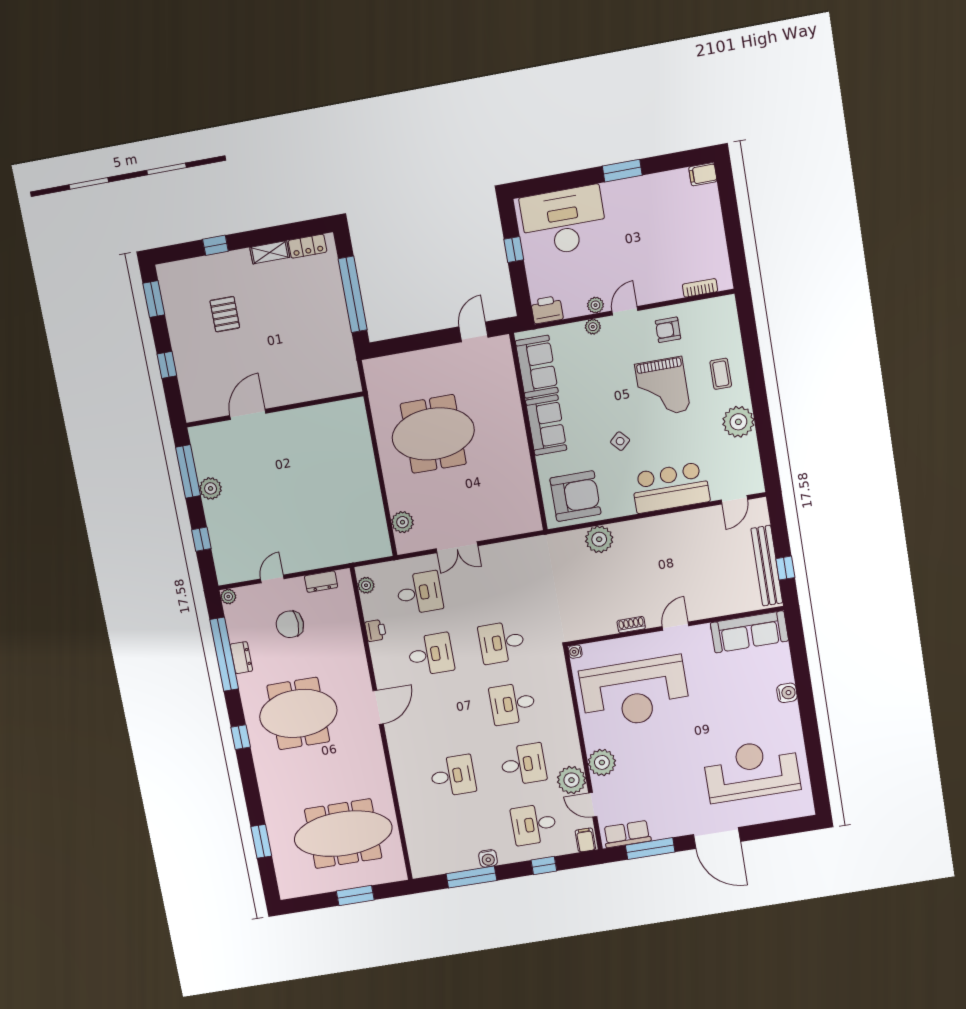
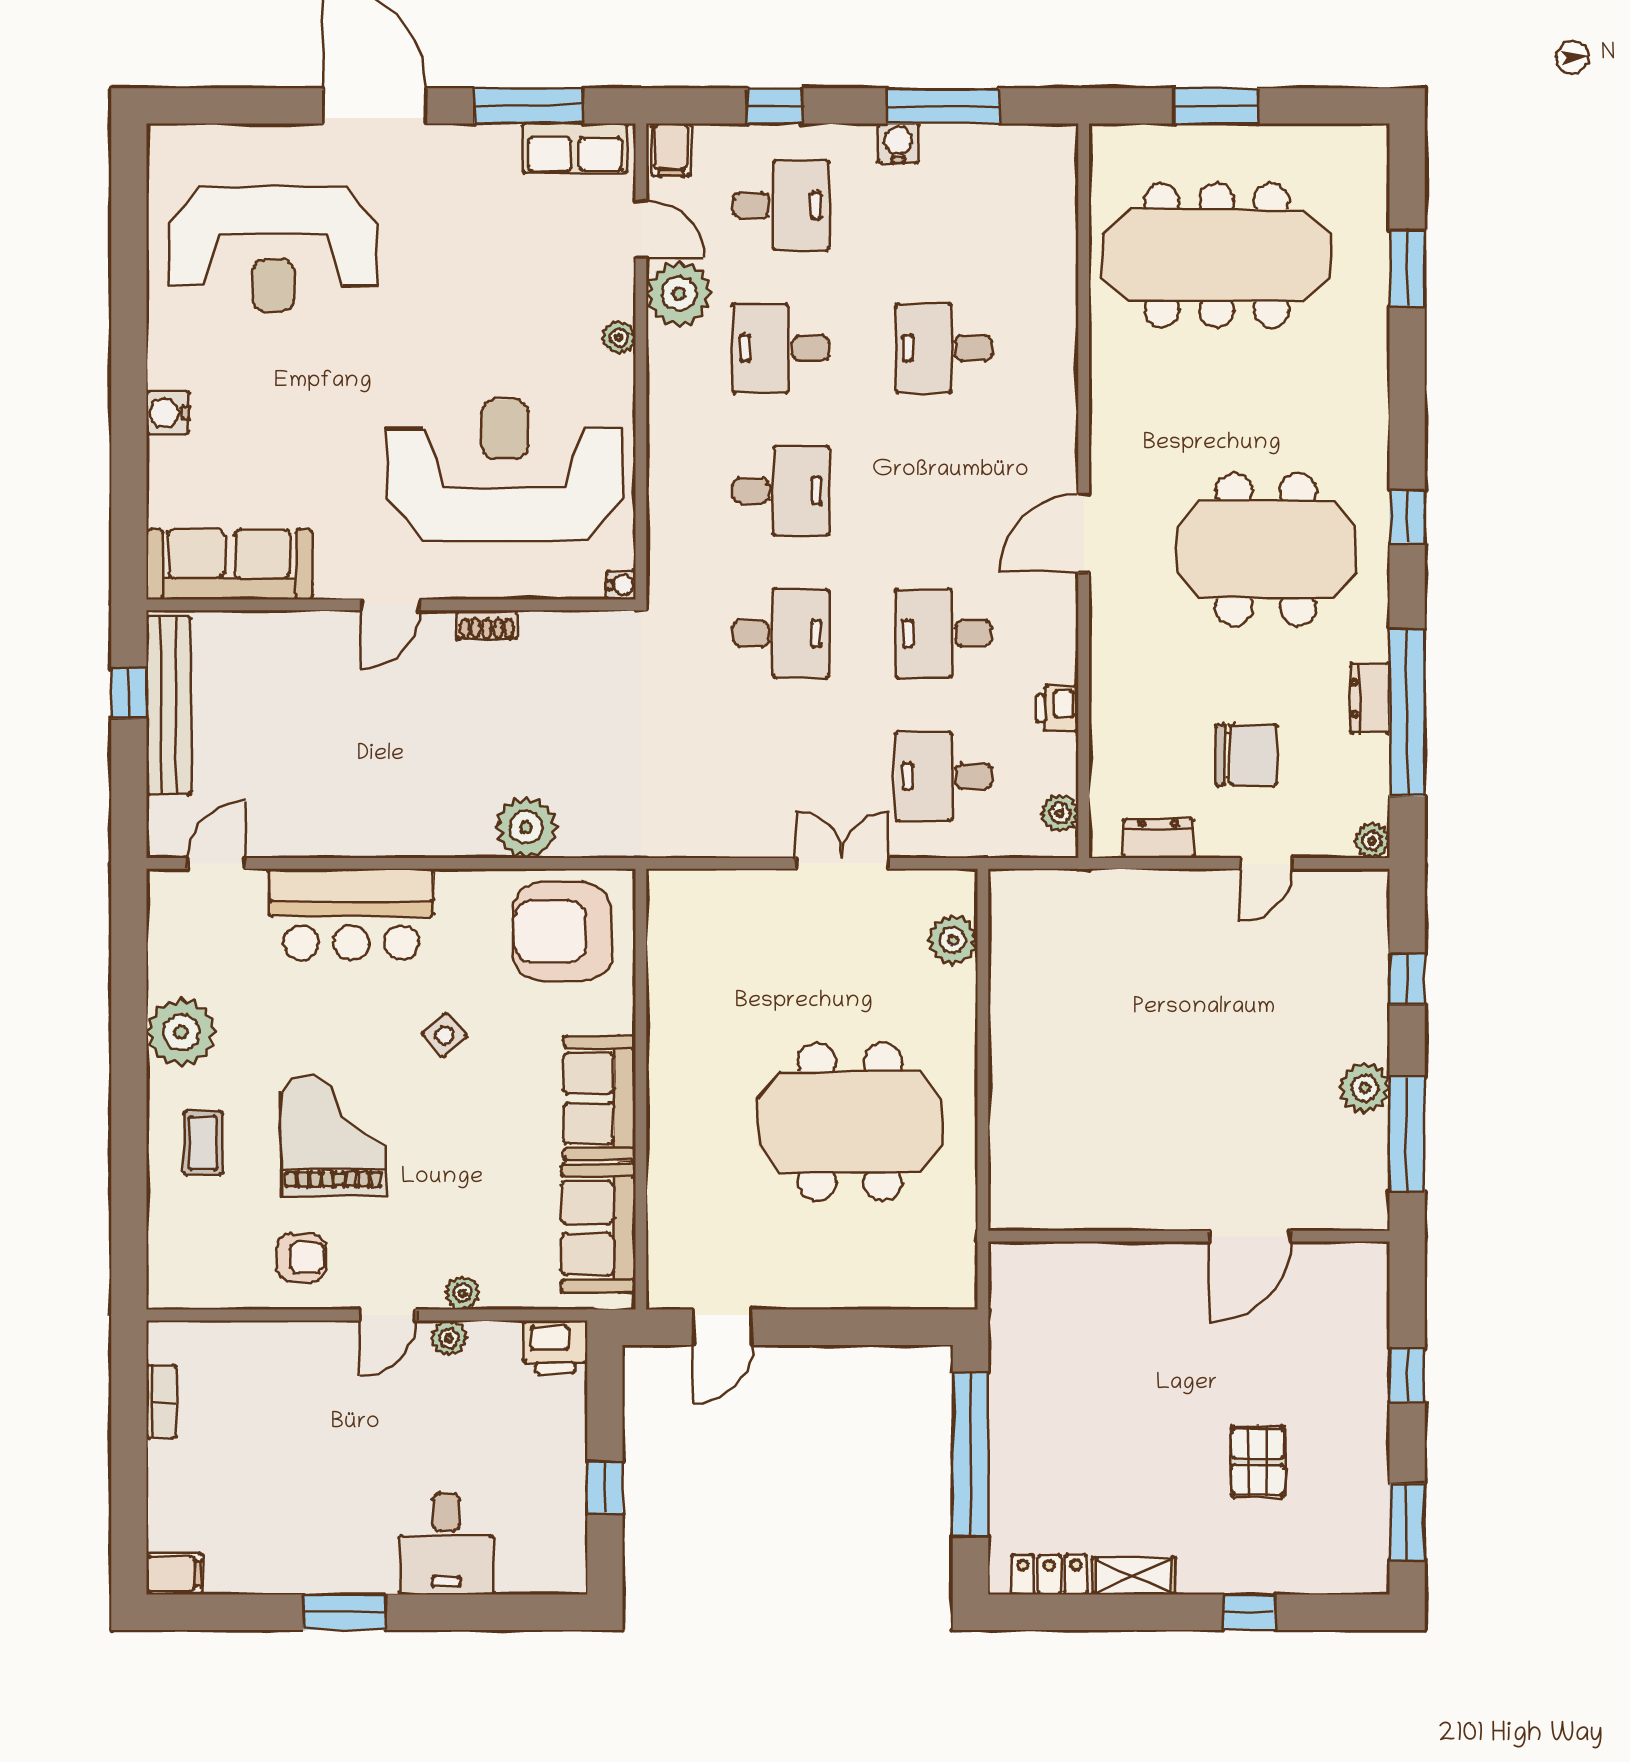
desk: (564, 221) -> (446, 1544), width x0.53, depth x0.77
bookcase: (700, 288) -> (161, 1402), moved, turned -90
plant: (602, 762) -> (619, 338), width x0.53, depth x0.53

